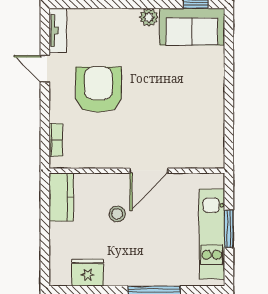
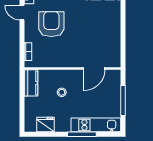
door: (149, 171) -> (94, 69), moved
window: (229, 229) -> (123, 100), width x1.44
kitchen unit: (212, 234) -> (96, 125), moved, turned 90

